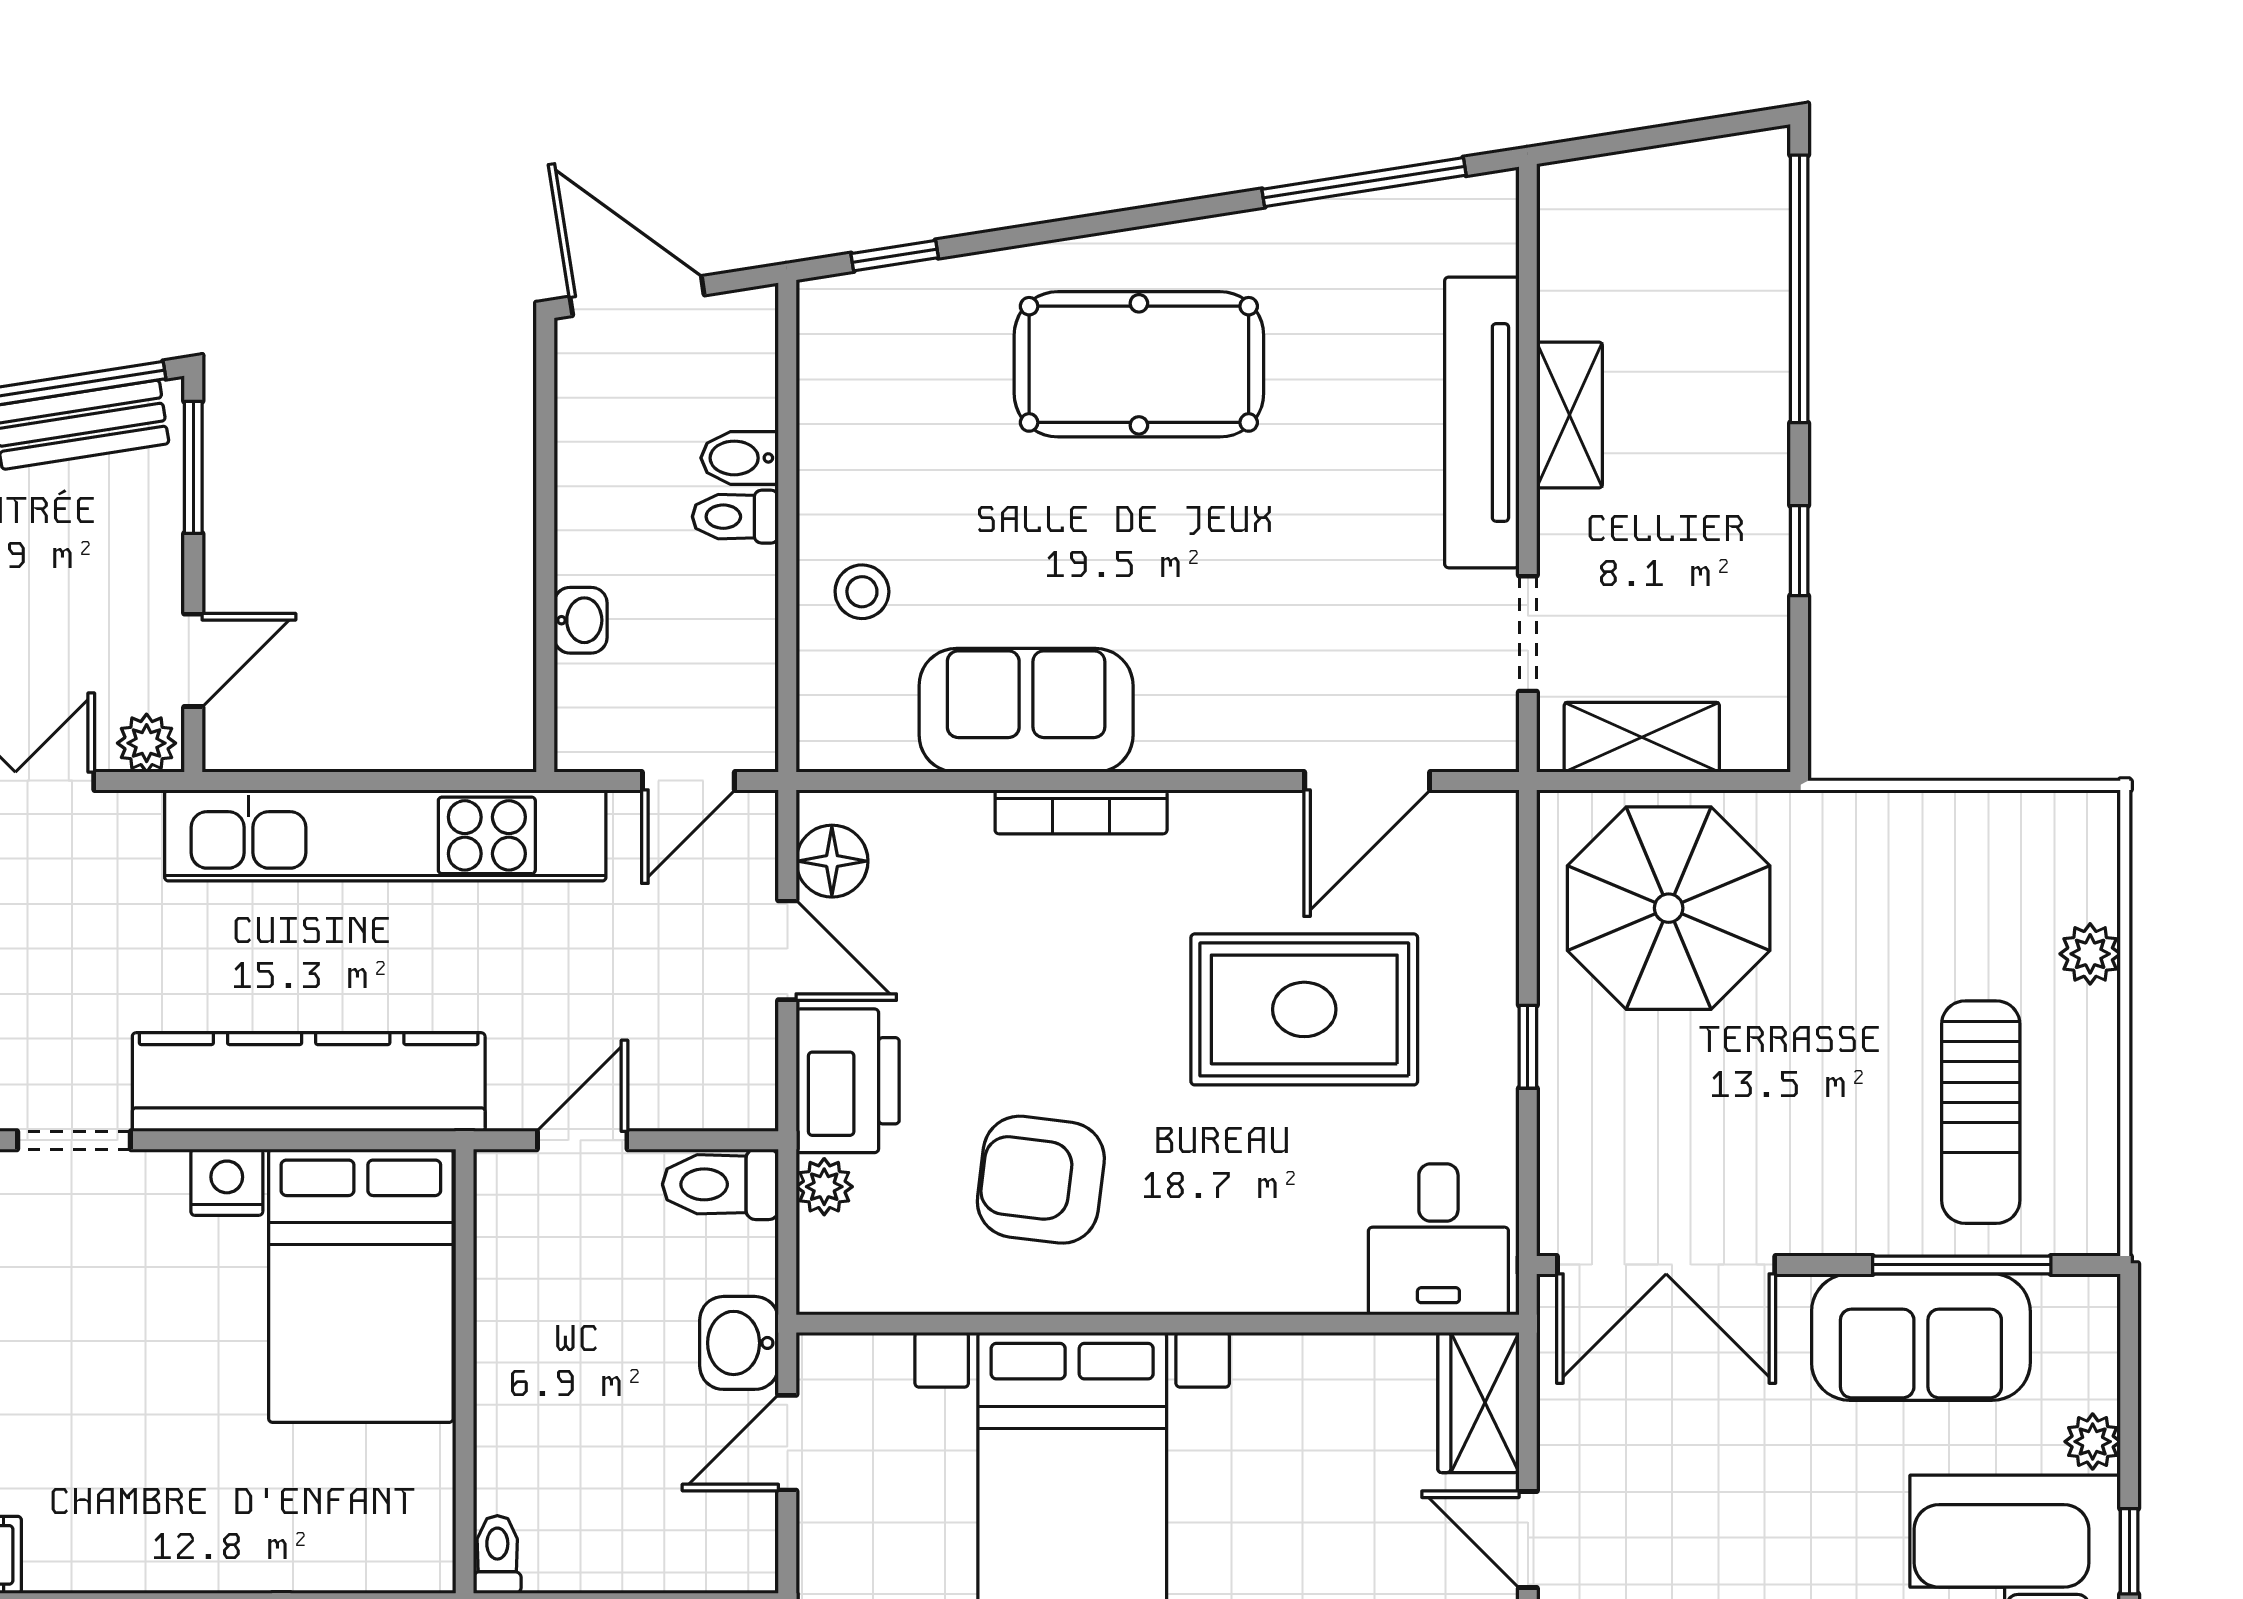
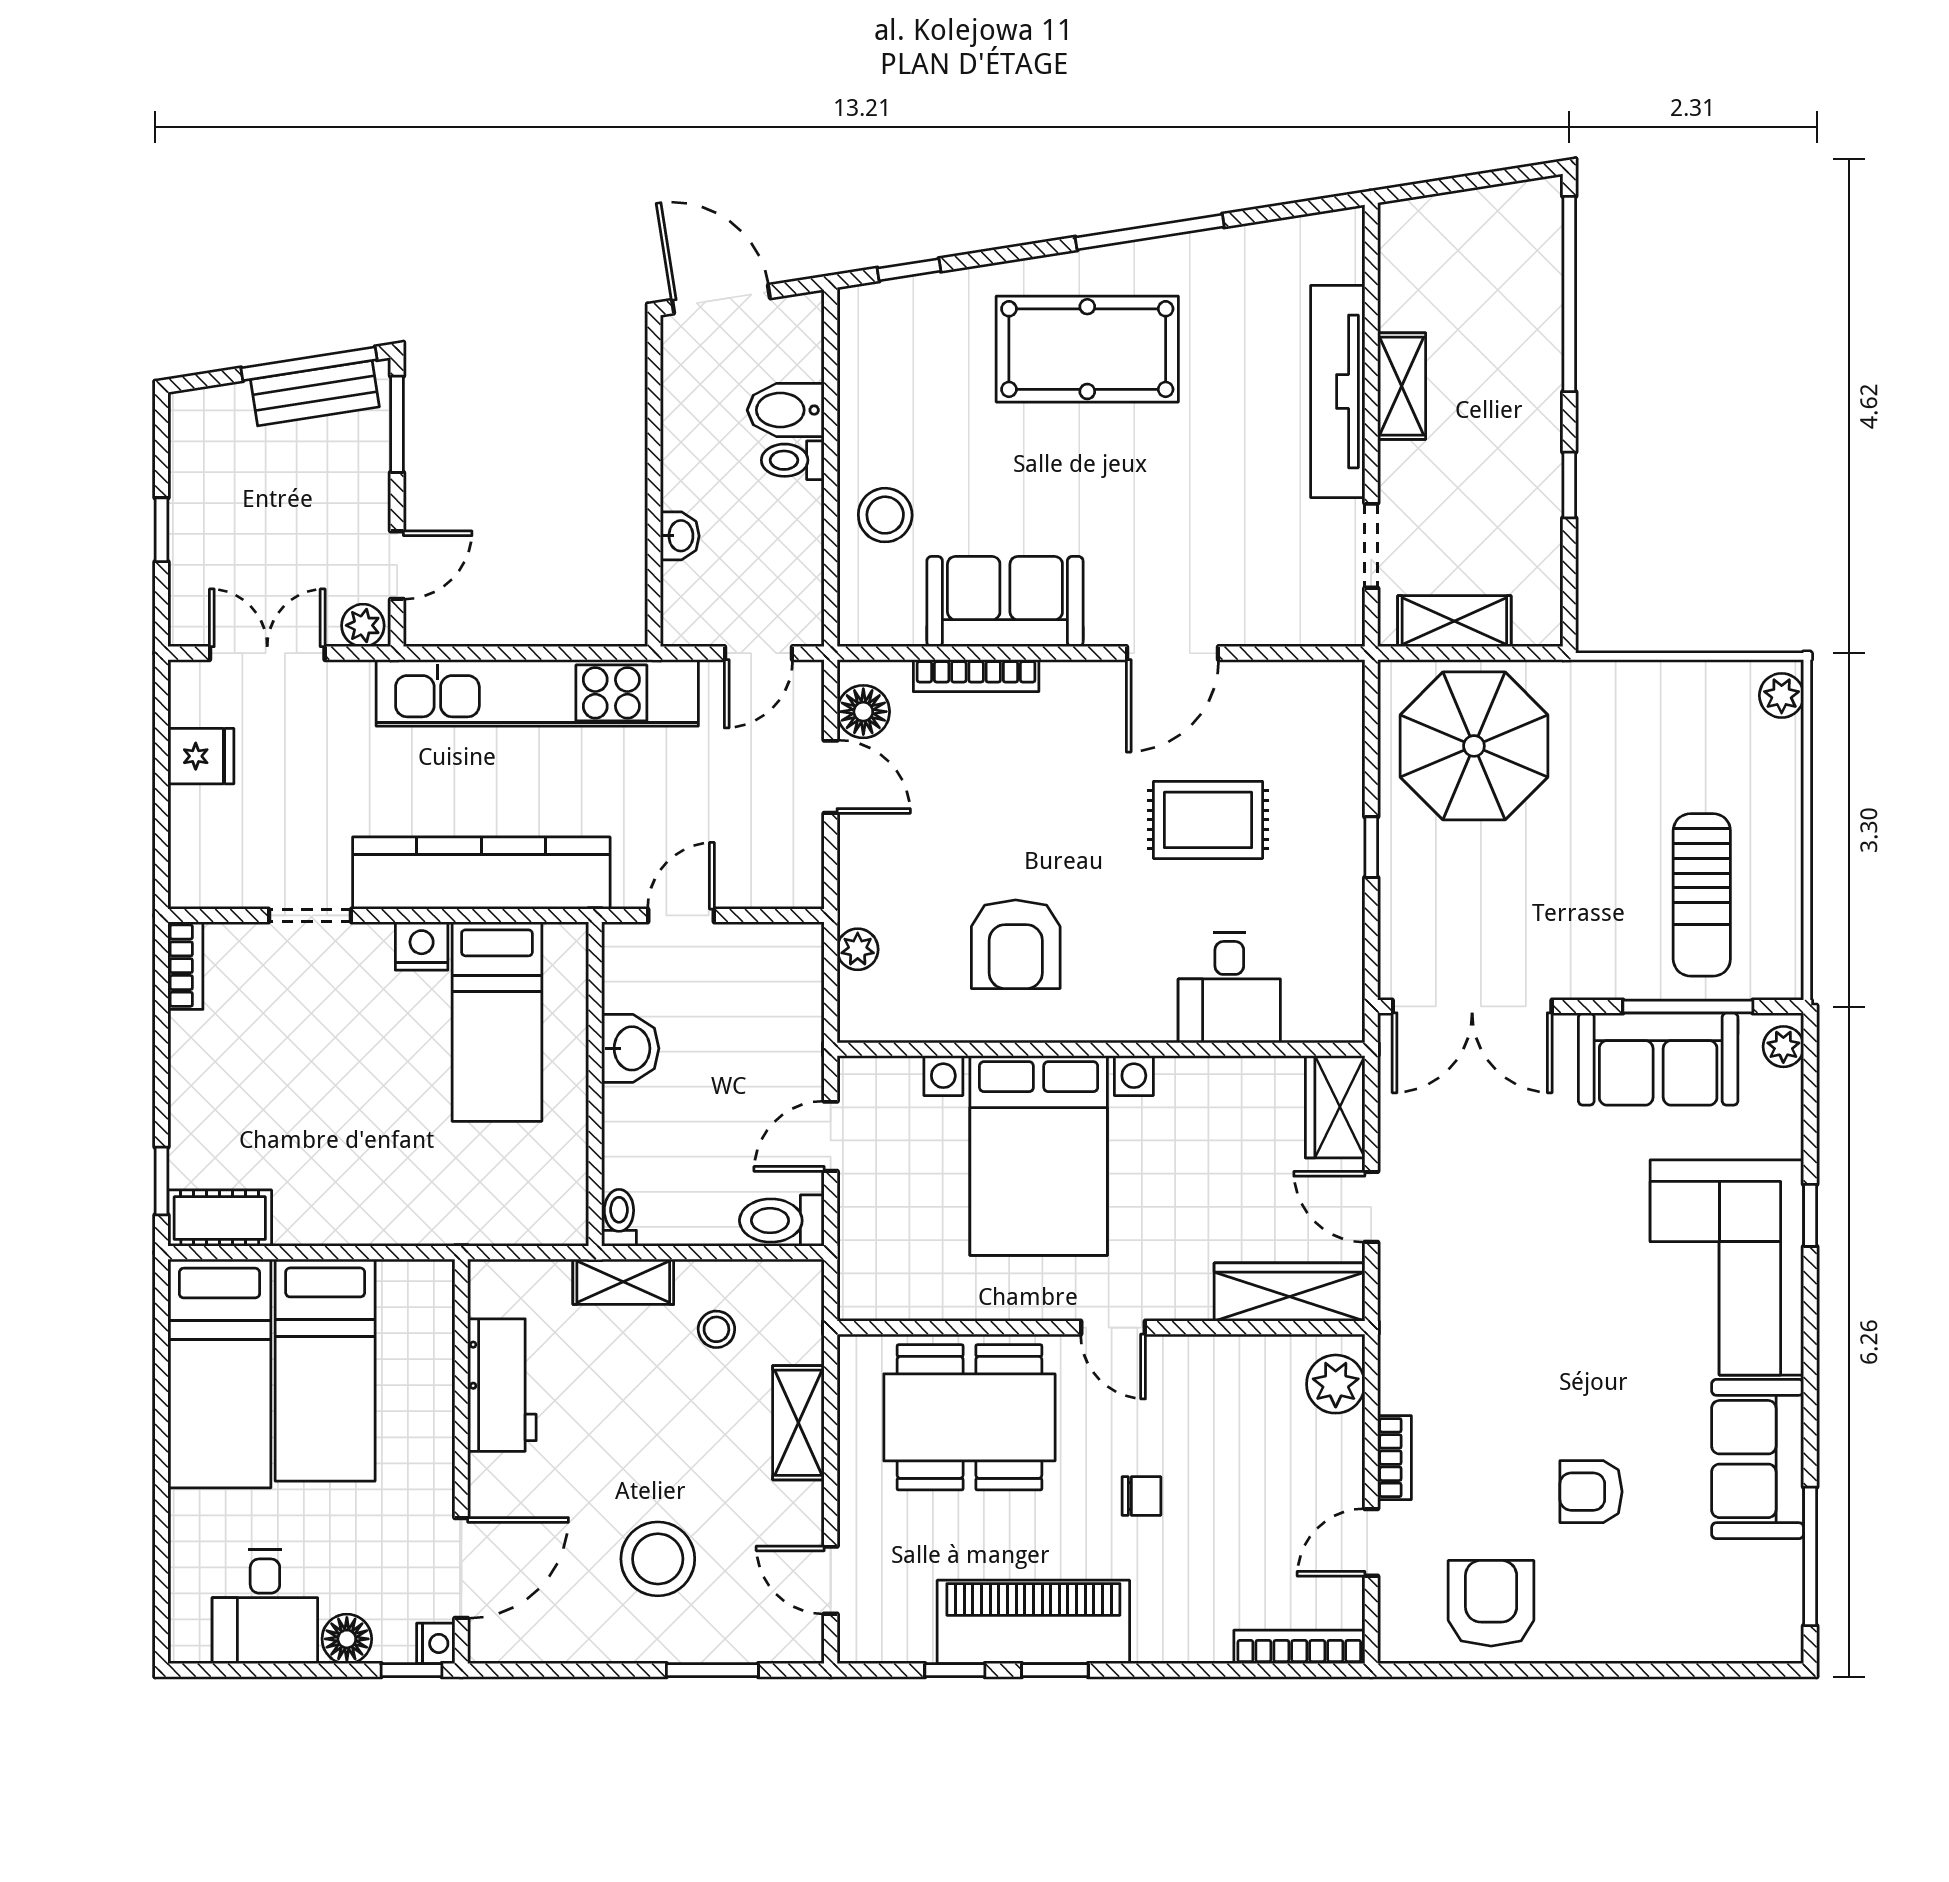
window: (1364, 182) -> (1150, 232), moved
bidet: (740, 458) -> (786, 410), width x1.38, depth x1.36
stool: (862, 592) -> (885, 515), width x1.37, depth x1.37
door: (1367, 781) -> (1173, 653), moved
bookcase: (1081, 812) -> (976, 676), moved
plant: (2090, 954) -> (1782, 695), moved
rug: (1304, 1009) -> (1208, 820), width x0.73, depth x0.70
printer: (848, 1081) -> (875, 872), removed
armchair: (1041, 1180) -> (1016, 944), turned -97
toilet: (720, 1184) -> (782, 1221), moved
desk: (1438, 1239) -> (1229, 988), moved
bed: (361, 1286) -> (497, 1022), width x0.67
washbasin: (739, 1343) -> (630, 1048), moved, turned 180
plant: (2093, 1442) -> (1783, 1047), moved

